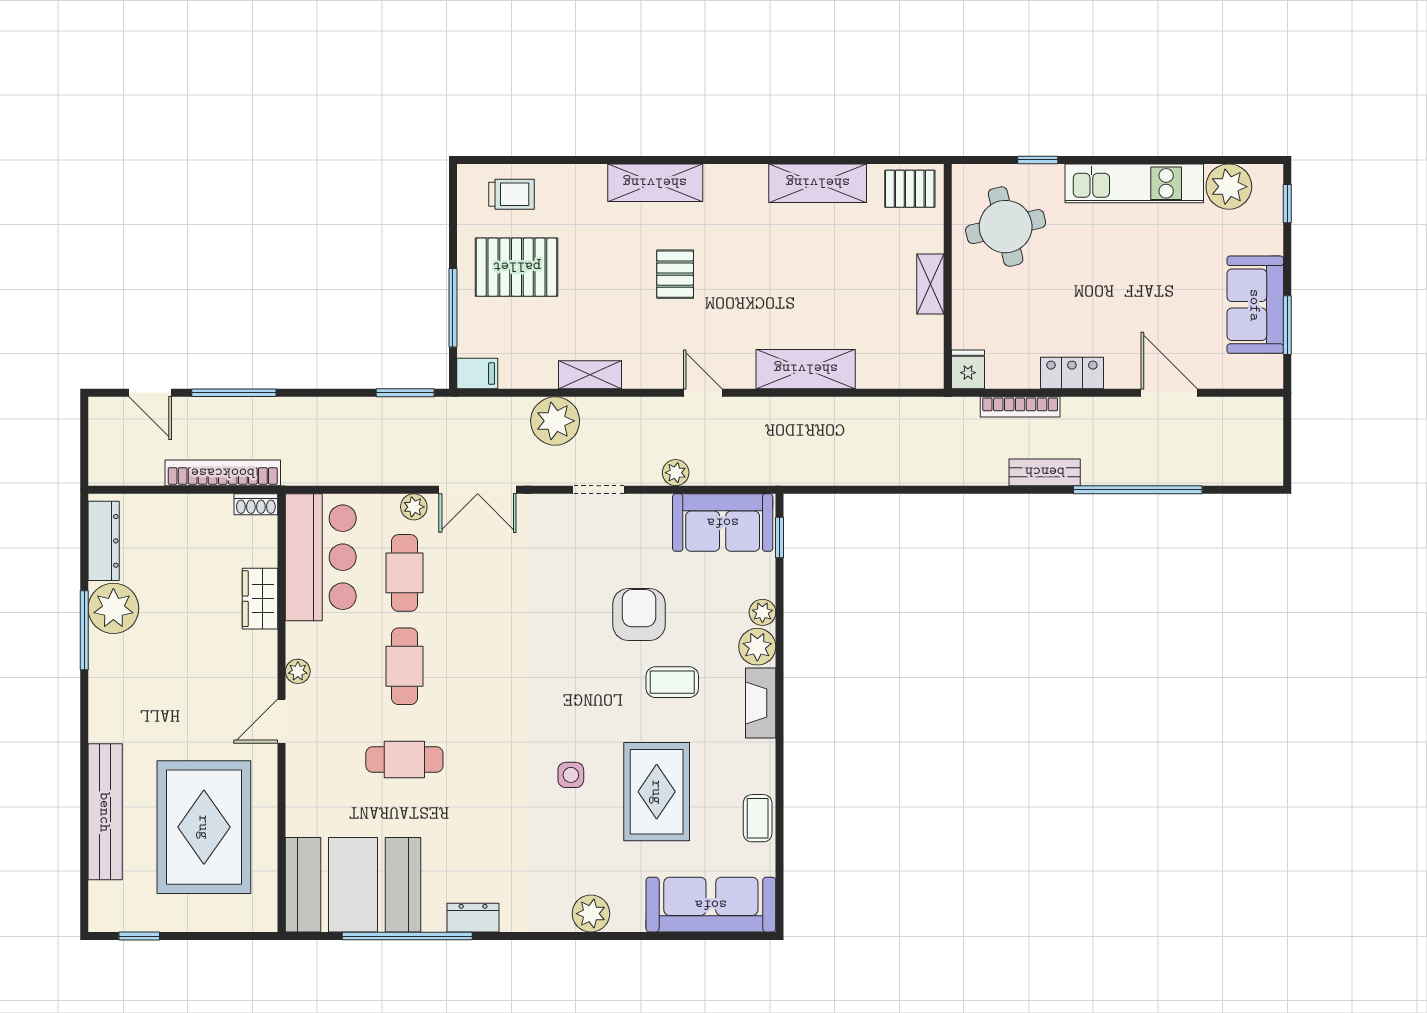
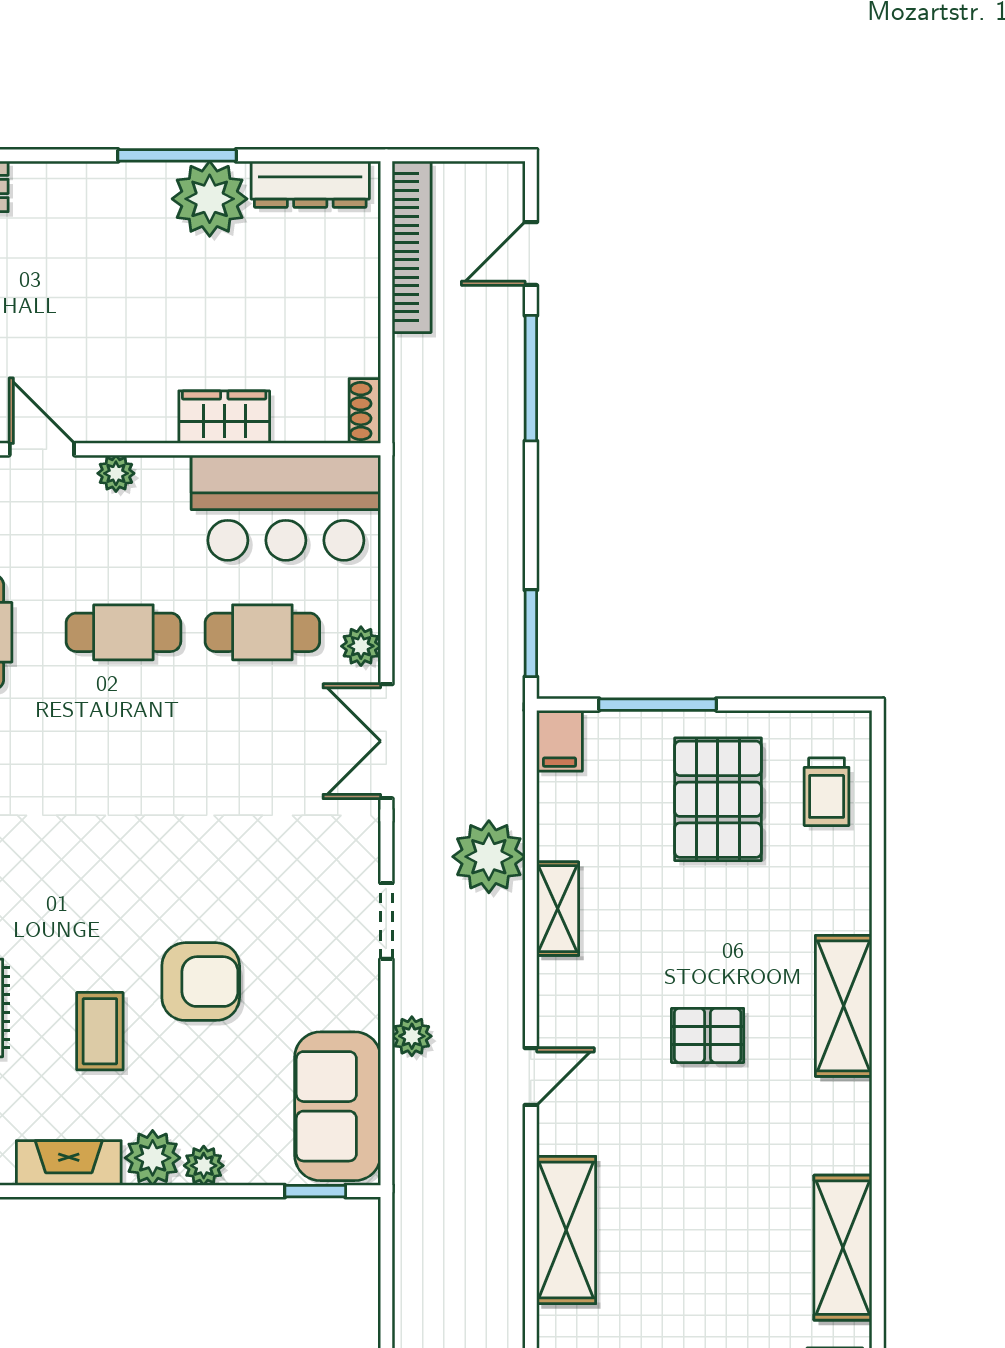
bookcase: (223, 473) -> (412, 247), moved

